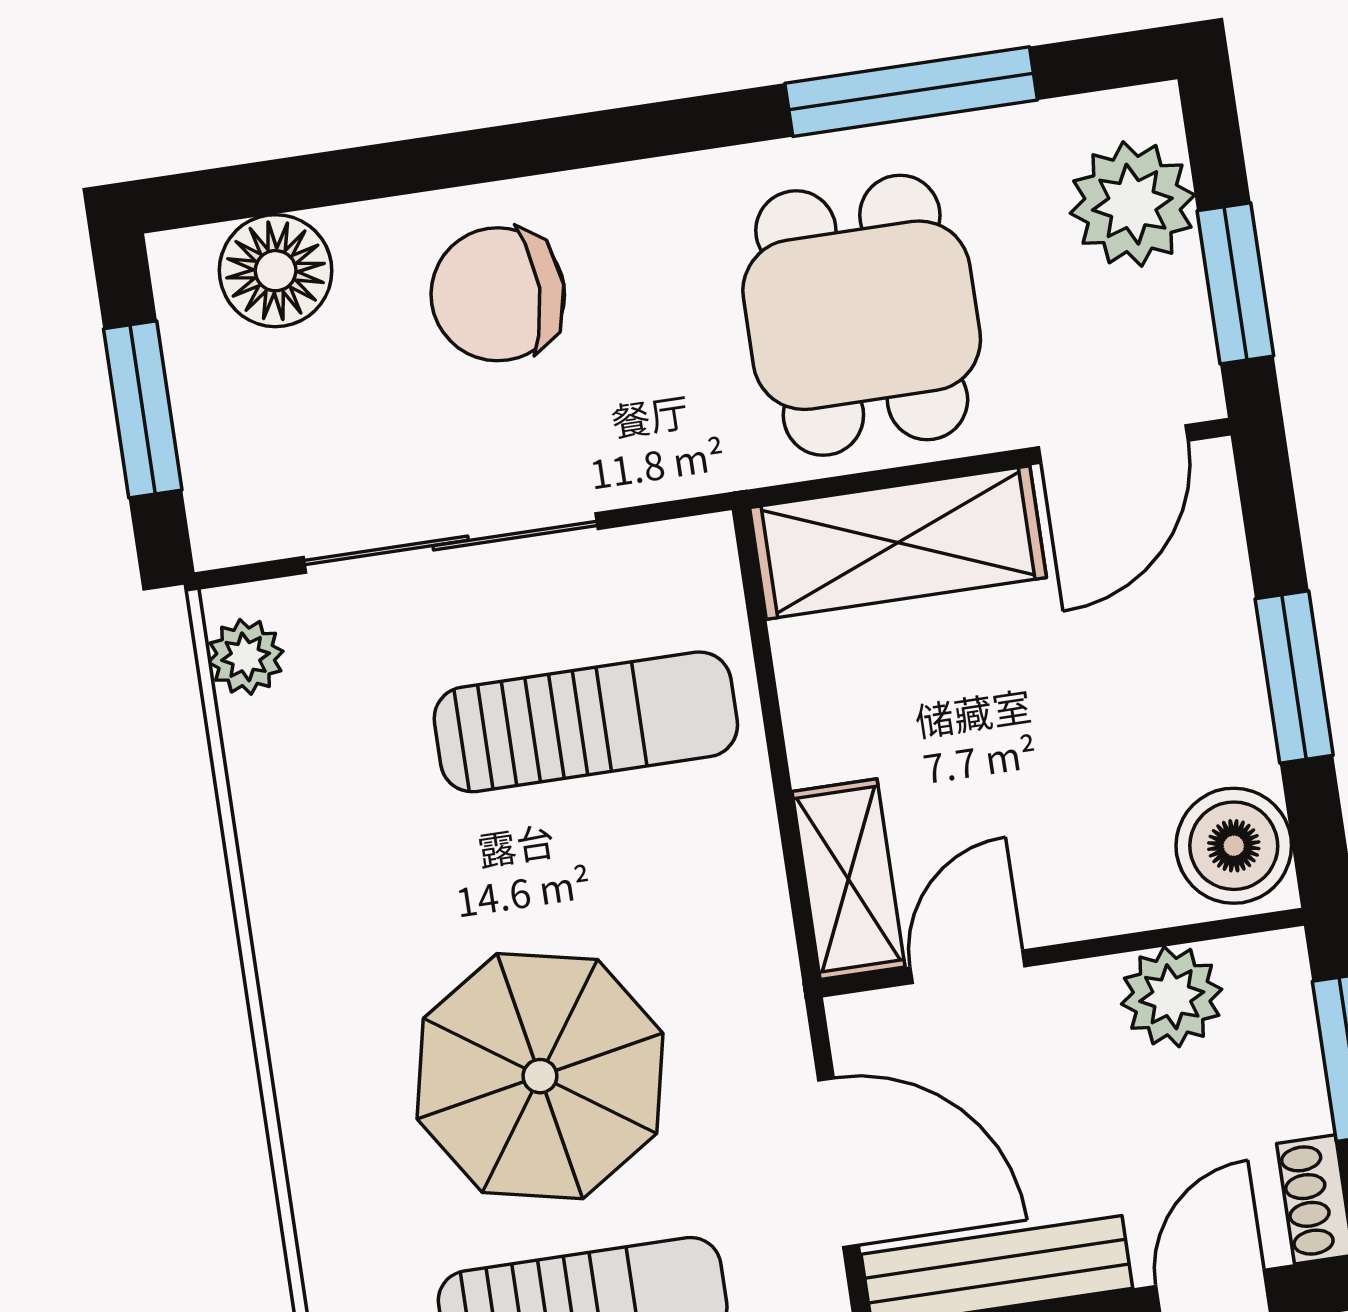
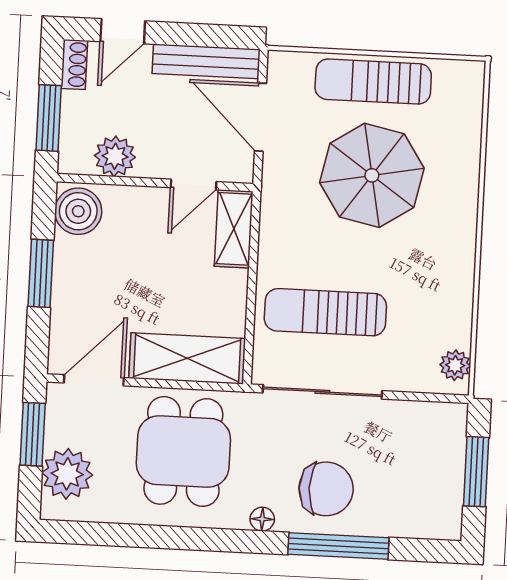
window: (911, 92) -> (338, 546), moved
floor lamp: (276, 271) -> (262, 519), moved, width x0.53, depth x0.53
sliding door: (451, 543) -> (322, 392), moved

